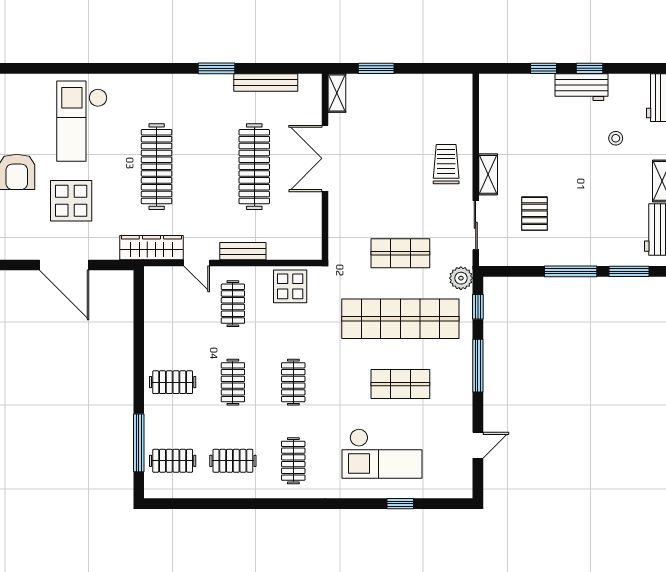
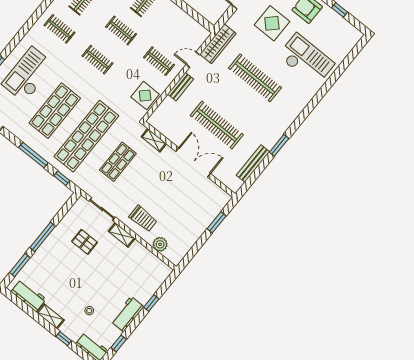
window: (589, 68) -> (119, 343), moved
shelving: (337, 93) -> (154, 140), moved
plant: (461, 278) -> (160, 244), moved
shop shelf: (400, 384) -> (55, 111), width x1.43, depth x1.36

